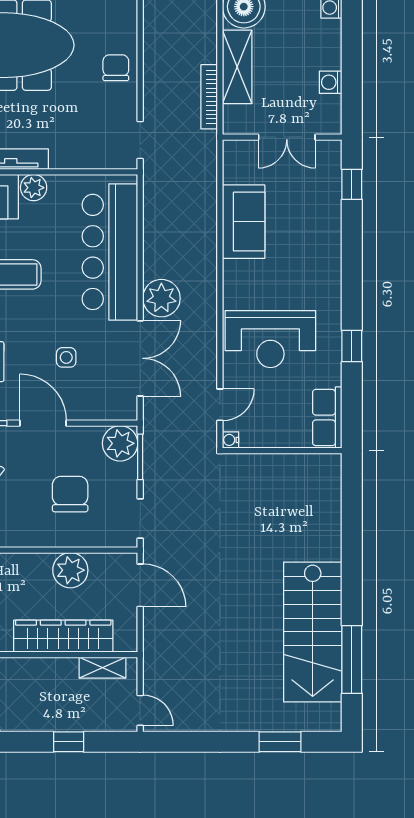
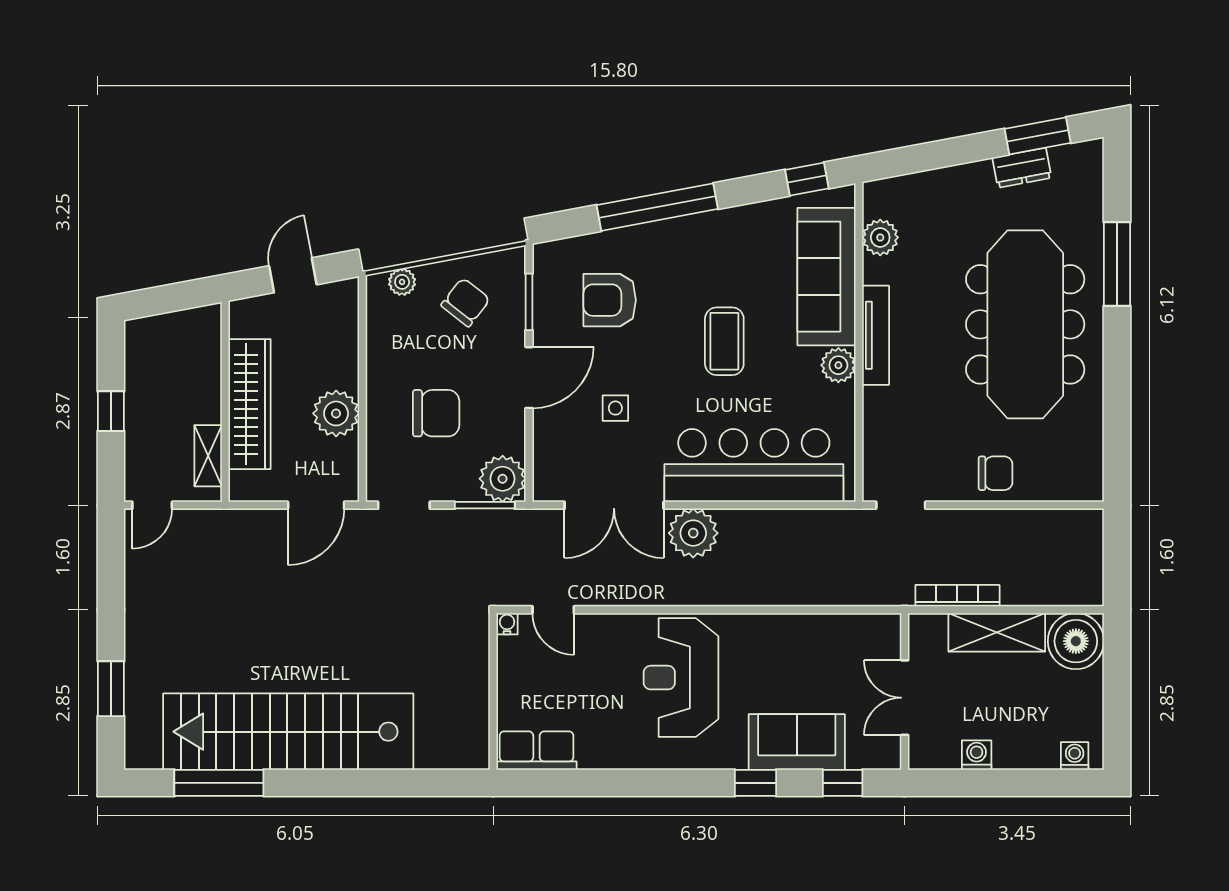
sofa: (244, 222) -> (797, 742), moved, turned 180
reception desk: (270, 339) -> (681, 678), moved
window: (352, 346) -> (756, 783), moved
stairs: (313, 632) -> (288, 732), width x1.36

